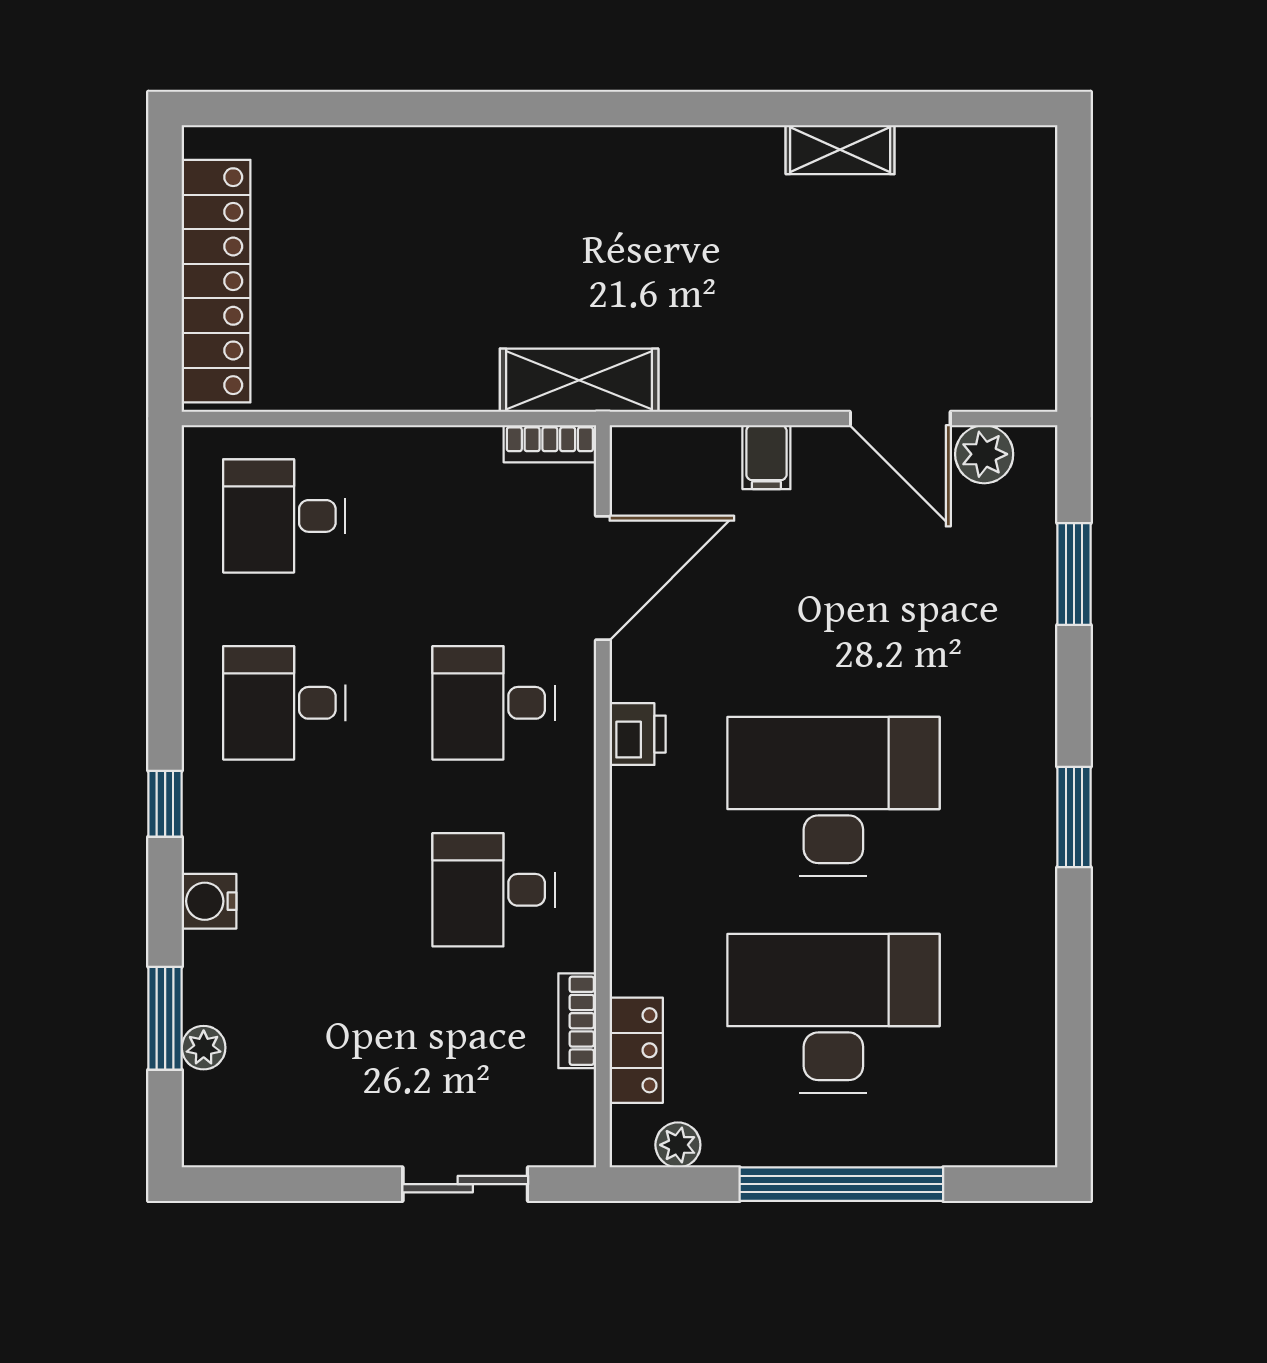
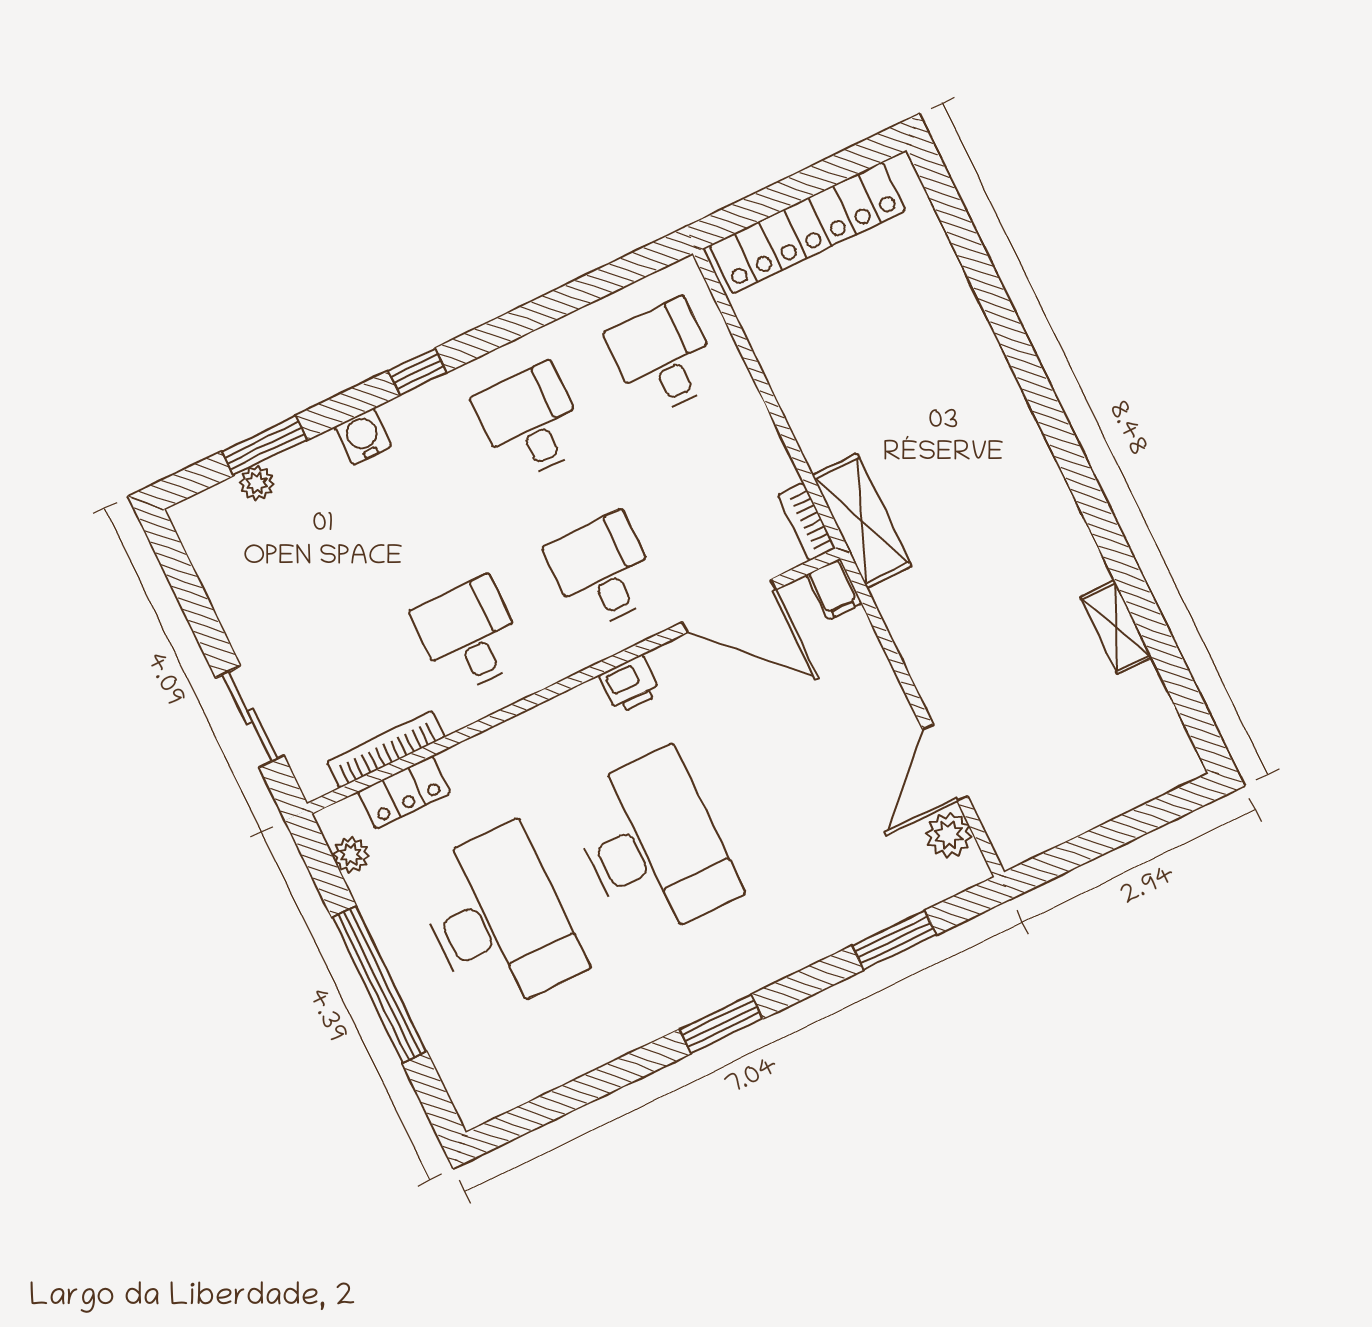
filing cabinet: (766, 457) -> (834, 589), moved, turned -90
bookcase: (577, 1021) -> (386, 749), width x1.56

